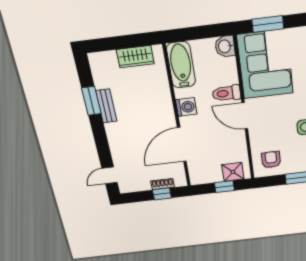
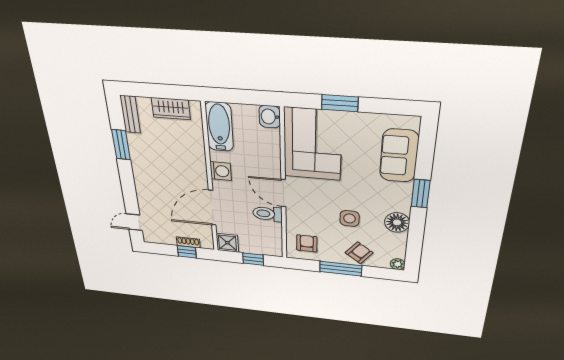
window: (268, 24) -> (340, 103), moved
toilet: (226, 93) -> (267, 214), moved
bench: (106, 106) -> (130, 114), moved
shower: (233, 172) -> (227, 243), moved

